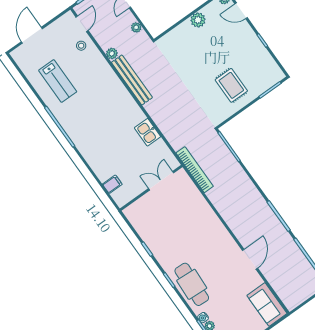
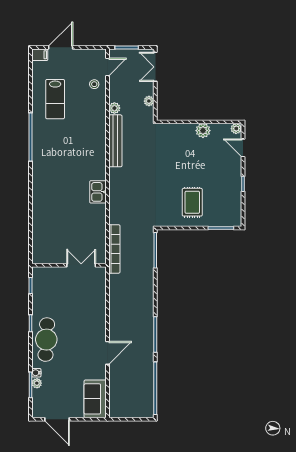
double door: (161, 181) -> (81, 265), moved
filing cabinet: (112, 184) -> (40, 55), moved
wall: (151, 188) -> (69, 265), moved

